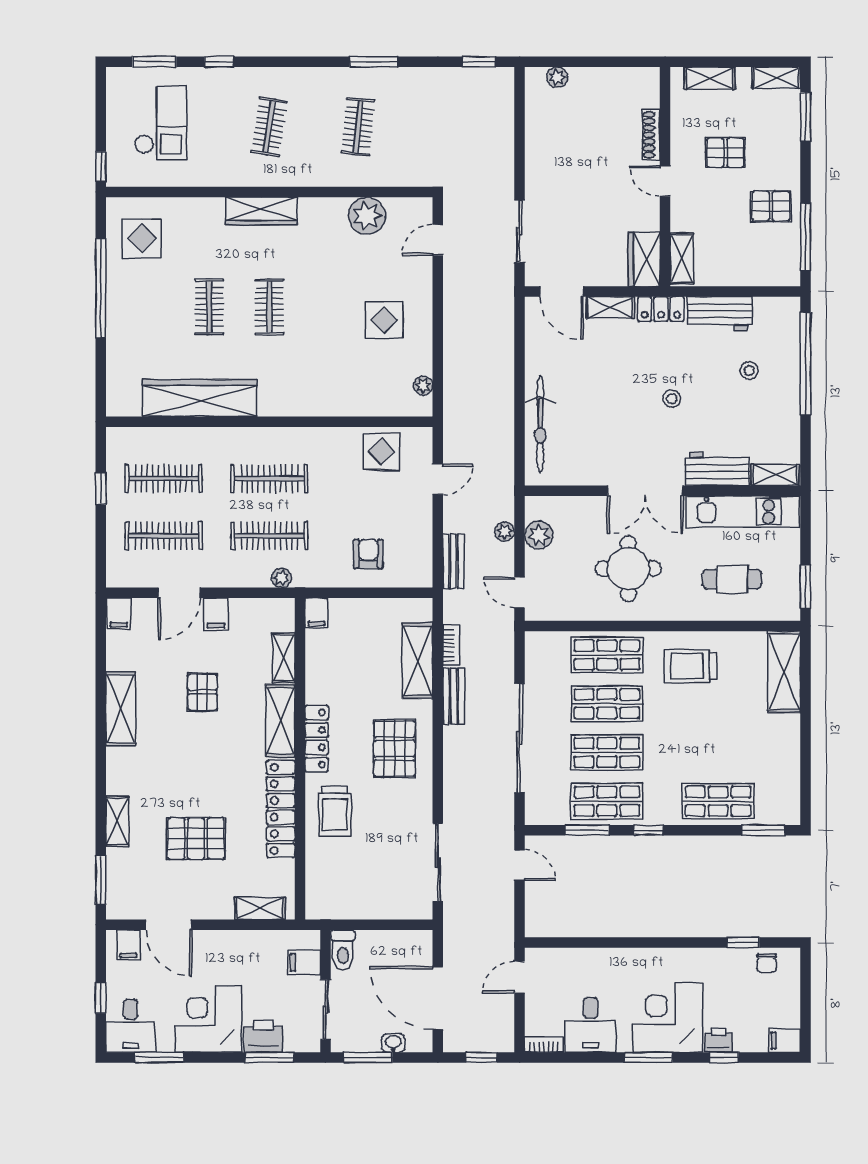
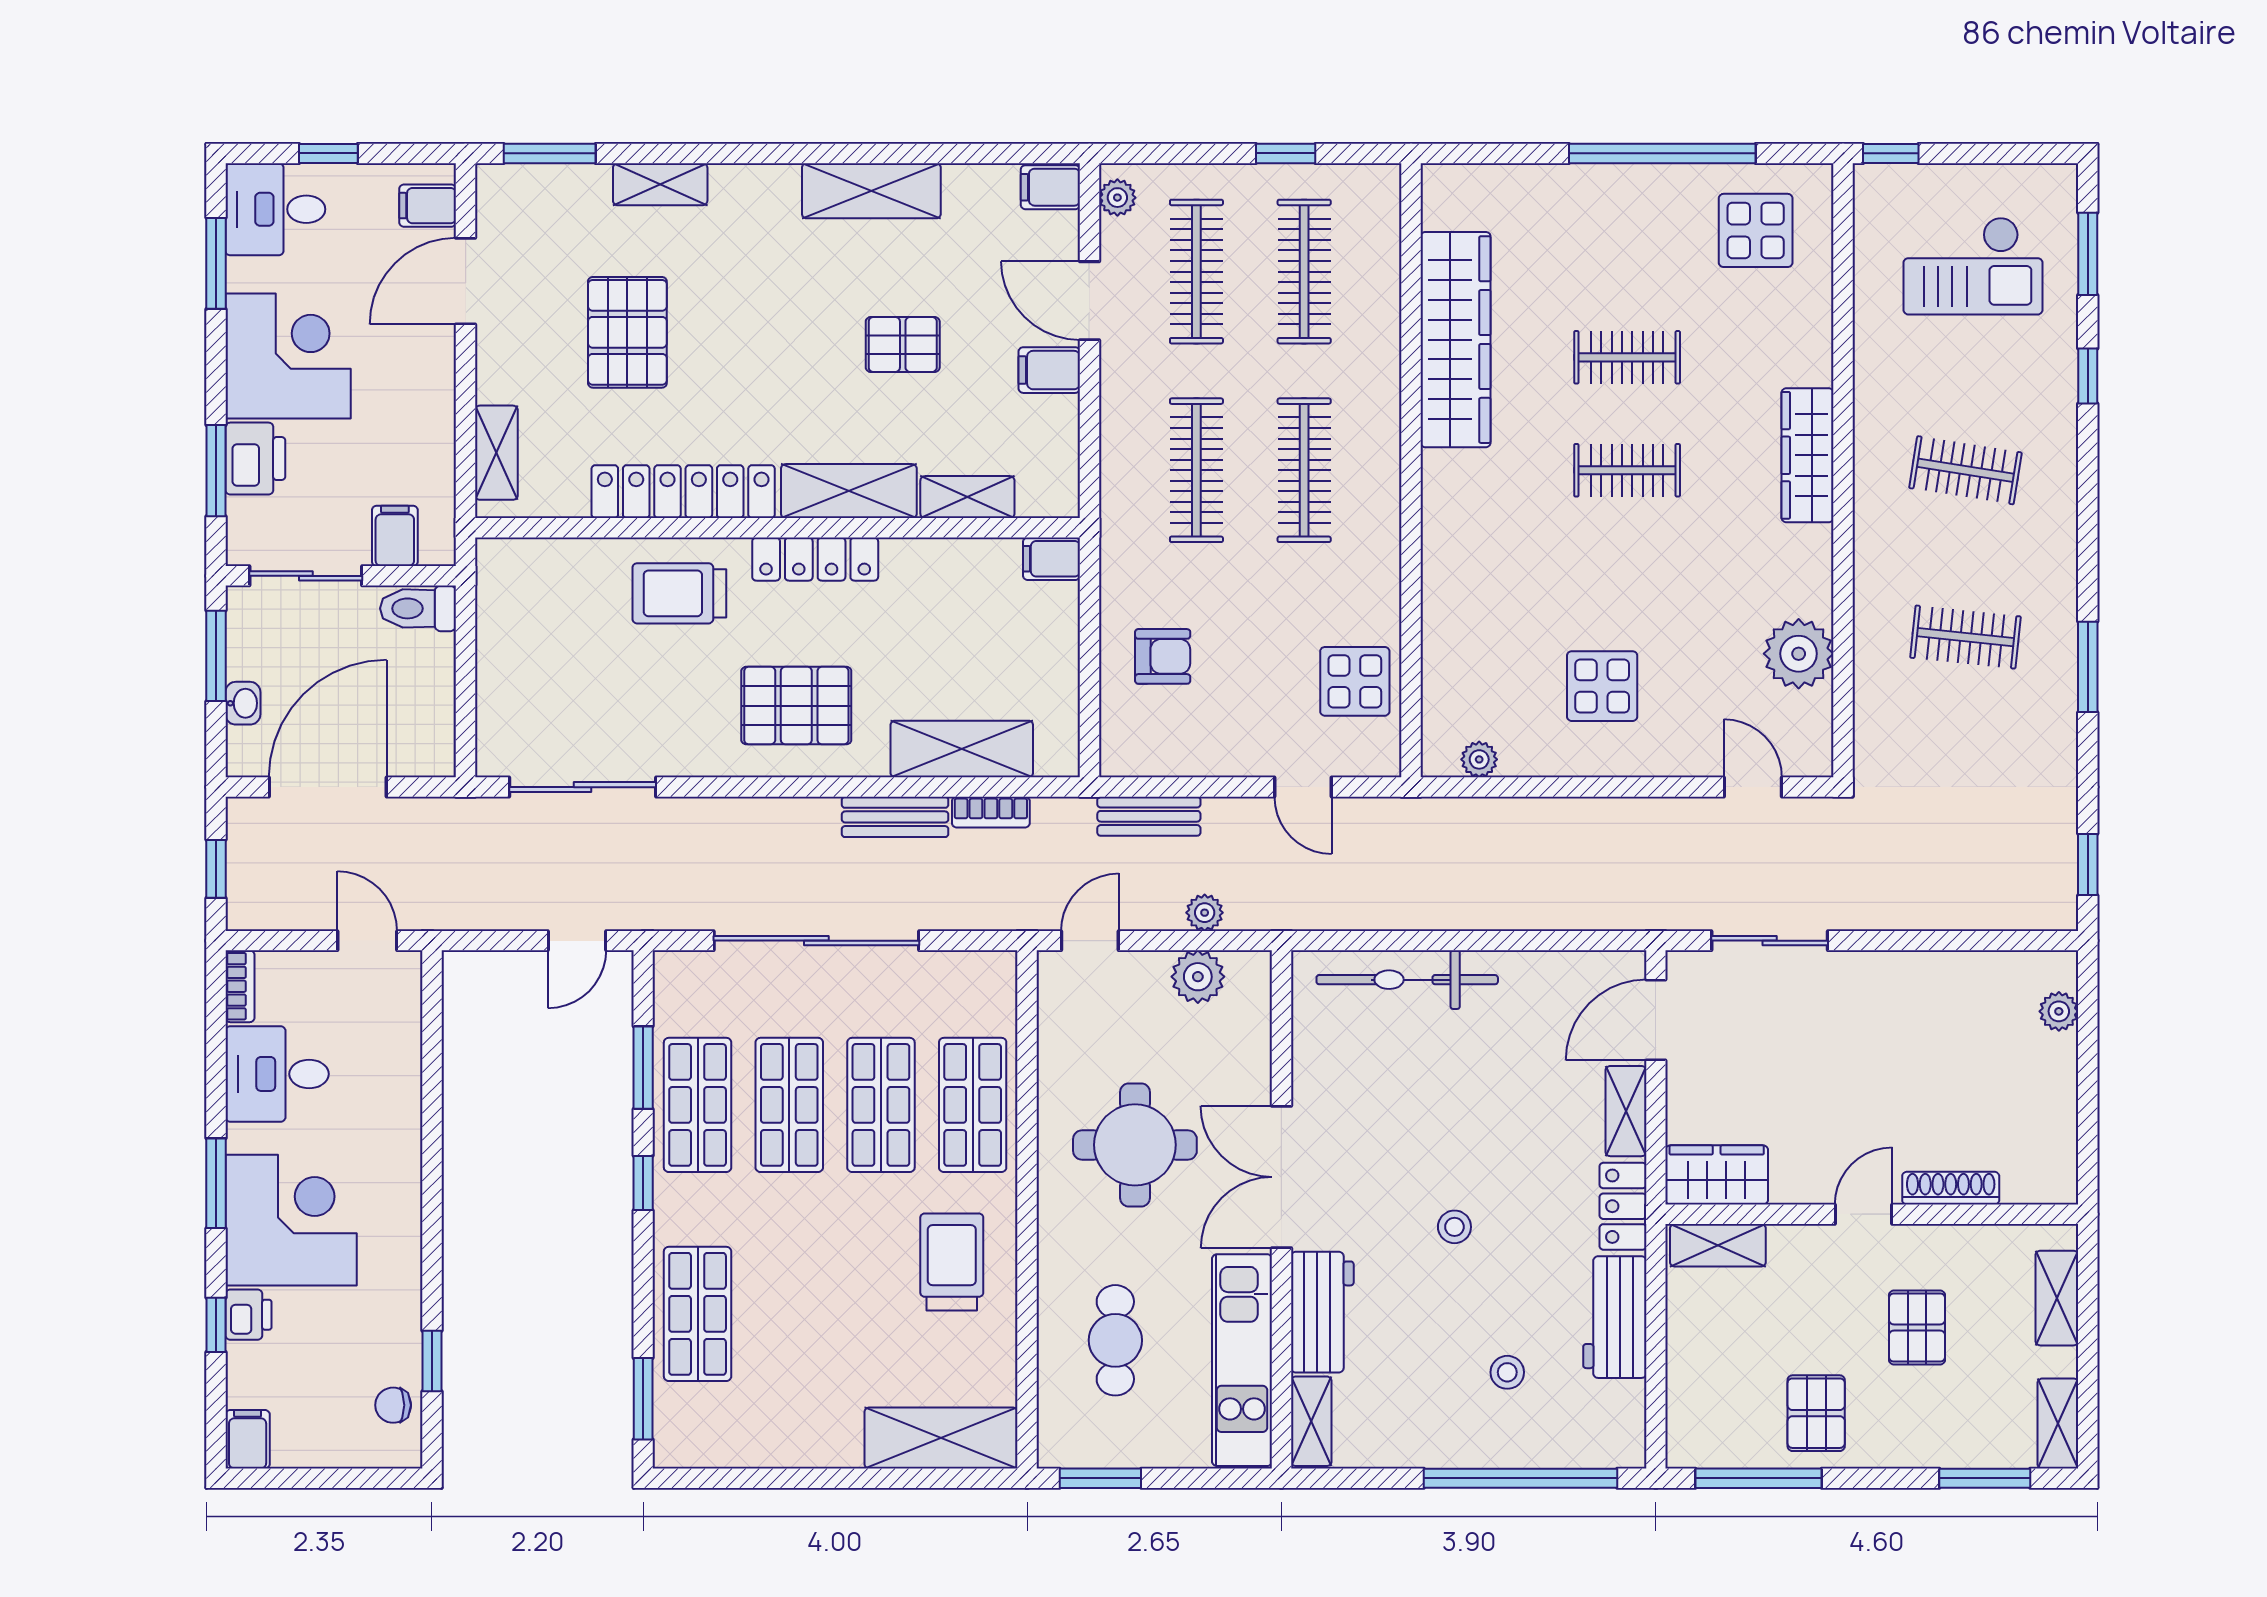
plant: (282, 578) -> (1117, 198), moved

